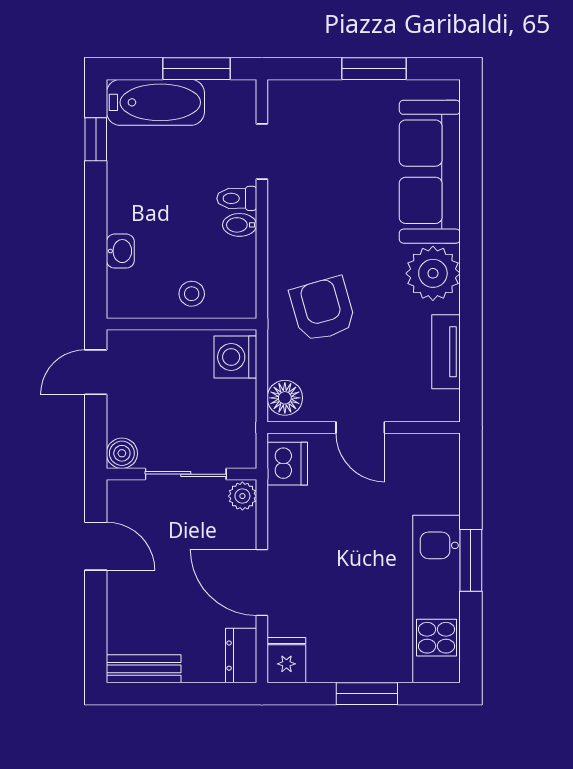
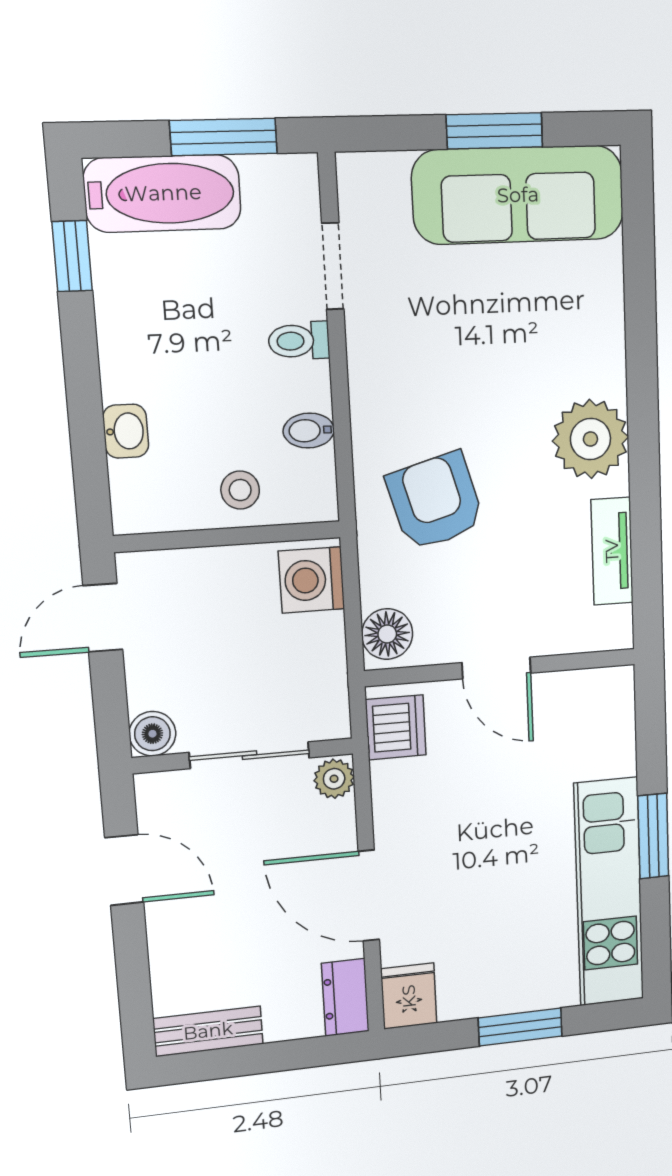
sofa: (430, 172) -> (518, 195), moved, turned -90
bidet: (240, 225) -> (309, 431), moved

